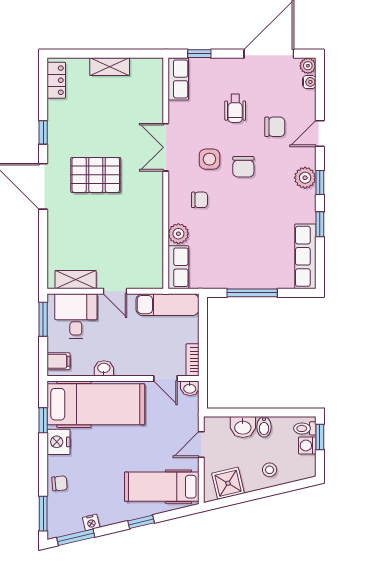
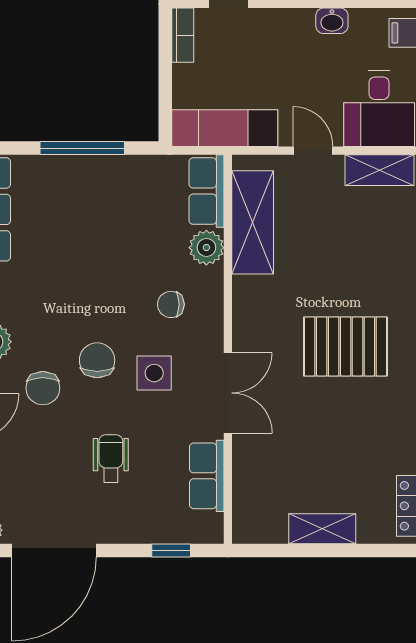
row of seats: (178, 79) -> (207, 476), moved
chair: (275, 127) -> (43, 388), moved, turned -90
shelving: (151, 249) -> (253, 222), added

